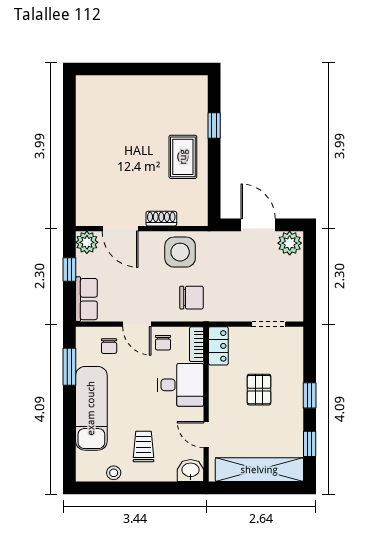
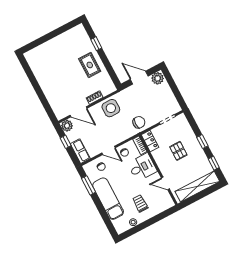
chair: (192, 298) -> (139, 122), moved
washbasin: (190, 470) -> (167, 203), removed

